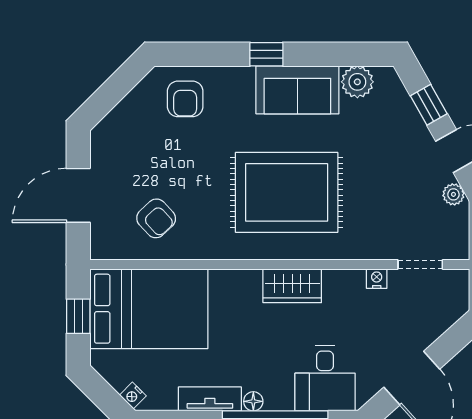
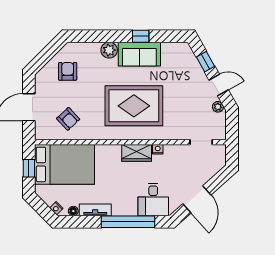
window: (266, 54) -> (141, 36), moved
plant: (357, 82) -> (109, 50), moved
armchair: (185, 99) -> (68, 71), moved, turned 180
nightstand: (377, 279) -> (158, 149), moved
floor lamp: (253, 401) -> (73, 211), moved

